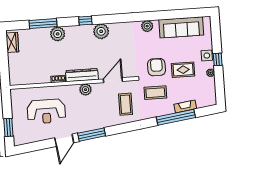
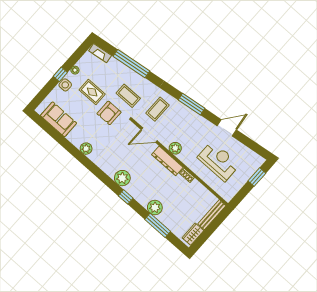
sofa: (181, 27) -> (59, 119), width x0.73
bench: (13, 69) -> (212, 215), added
fireplace: (185, 106) -> (100, 53), moved
window: (92, 135) -> (191, 104), moved

